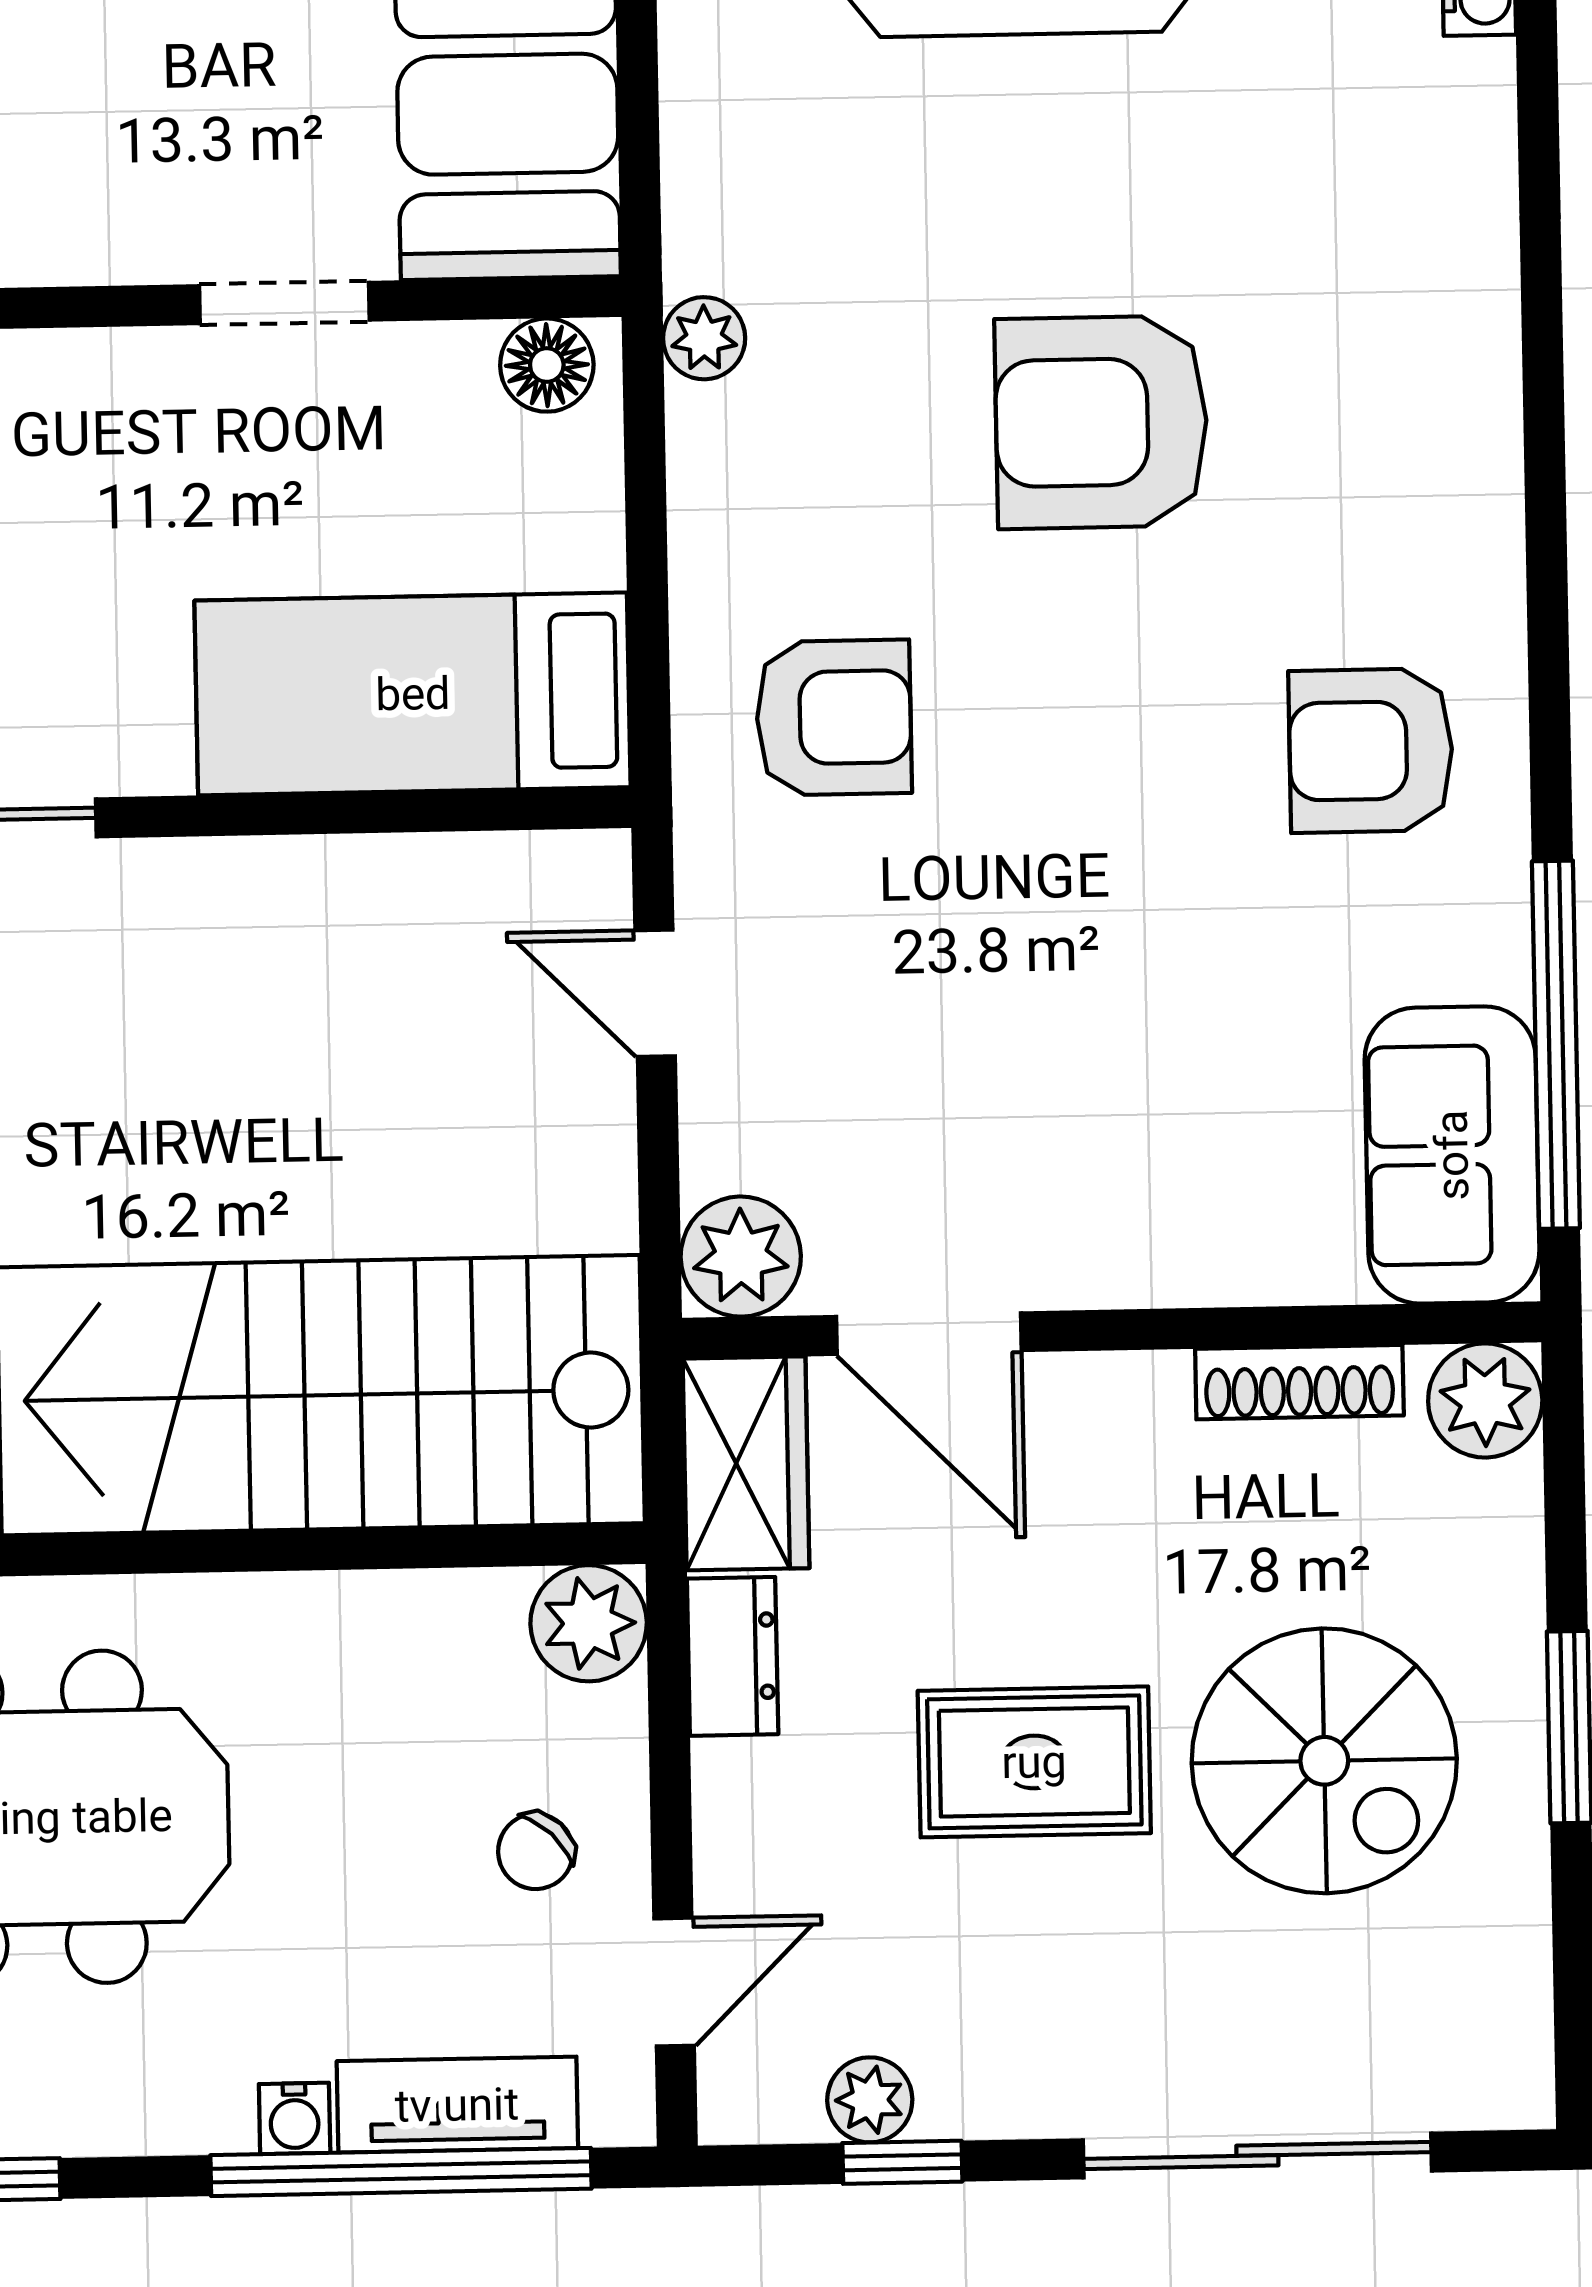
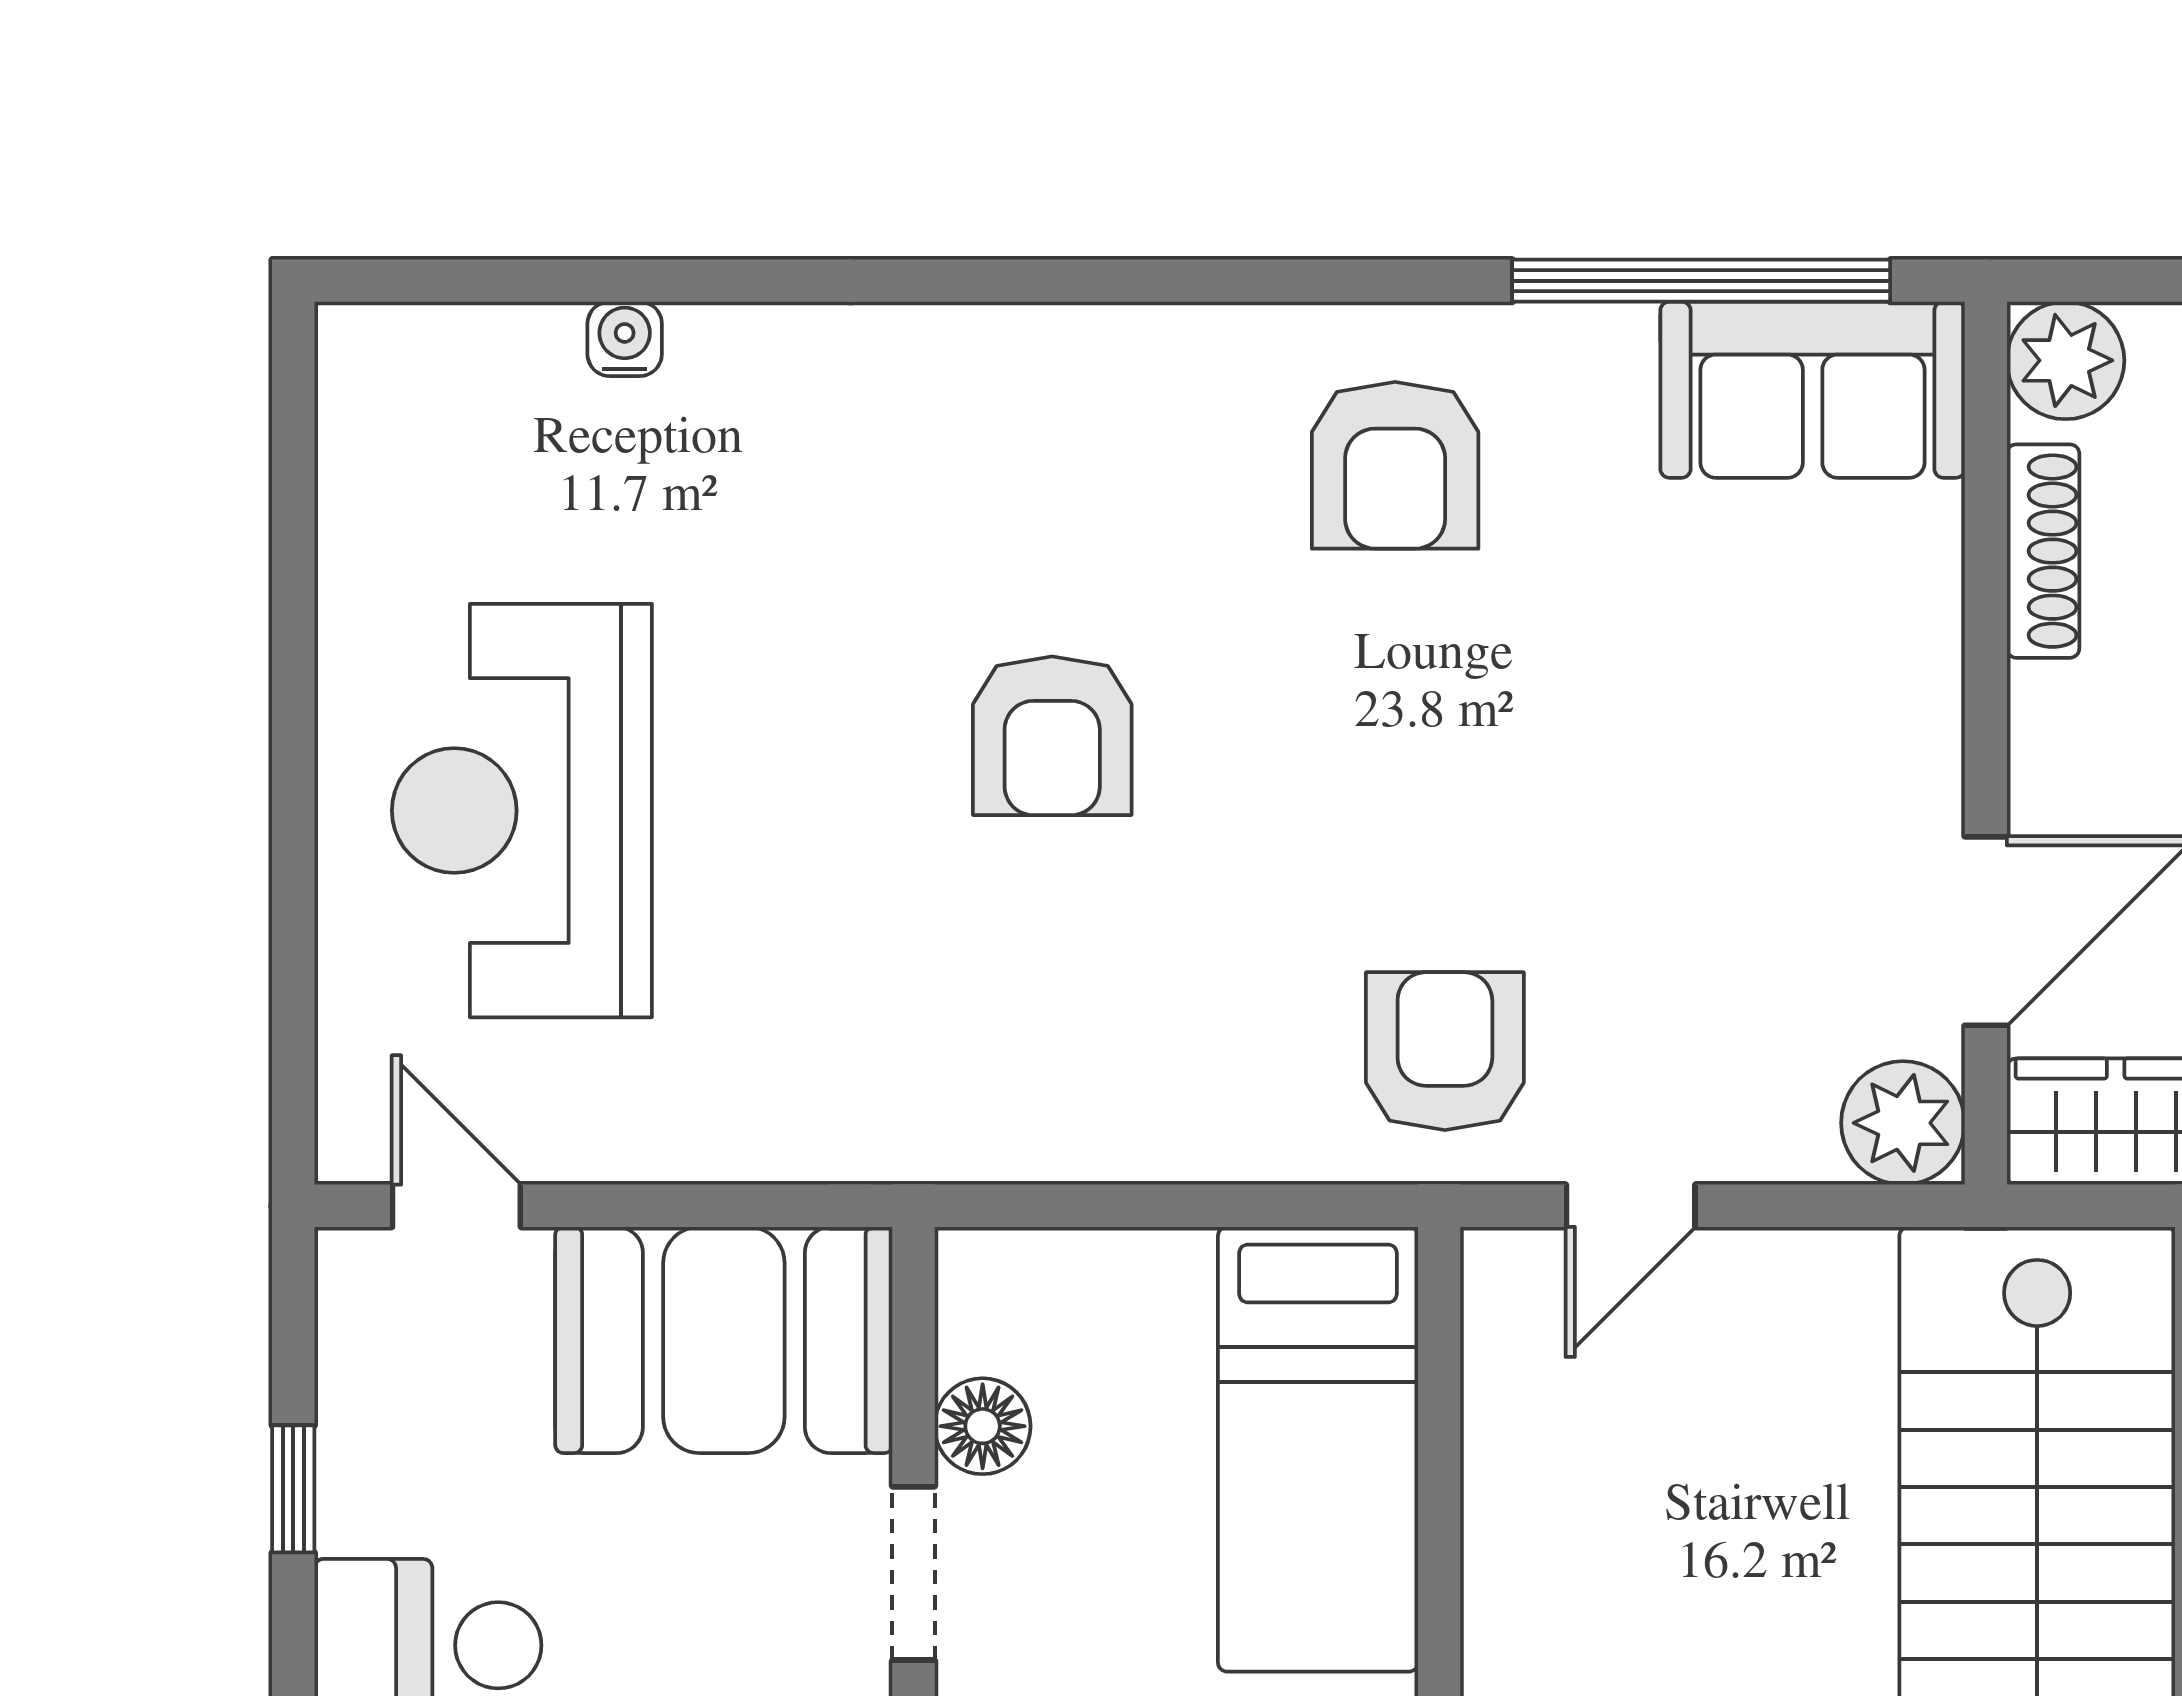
plant: (704, 338) -> (958, 1142), removed
floor lamp: (547, 365) -> (983, 1426), moved
armchair: (1101, 422) -> (1052, 736), width x0.73, depth x0.73
armchair: (834, 717) -> (1445, 1051), moved

